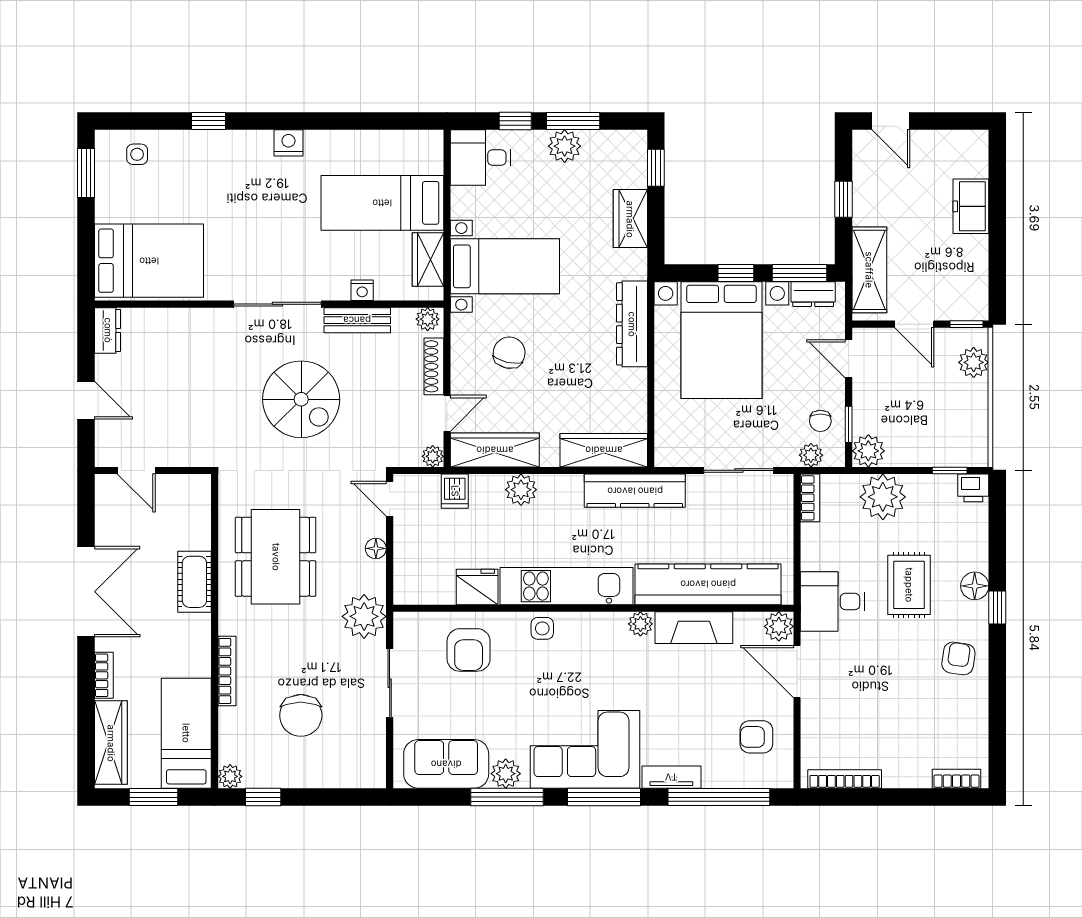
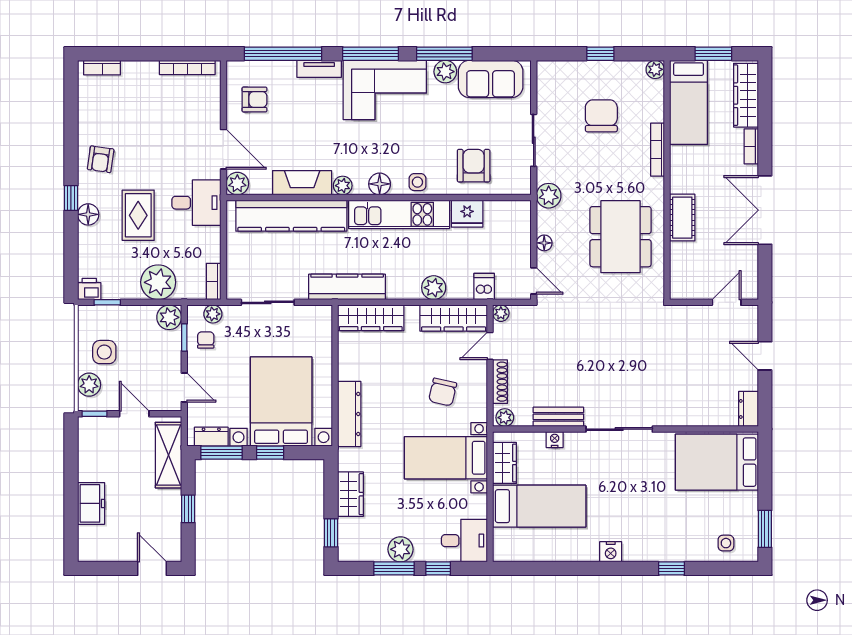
spiral stairs: (301, 399) -> (601, 357), removed
side table: (954, 405) -> (104, 352), added
door: (136, 470) -> (727, 302), hinge flipped
plant: (364, 616) -> (549, 196), width x0.73, depth x0.73
floor lamp: (592, 626) -> (380, 184), added
window: (263, 797) -> (600, 54), moved

